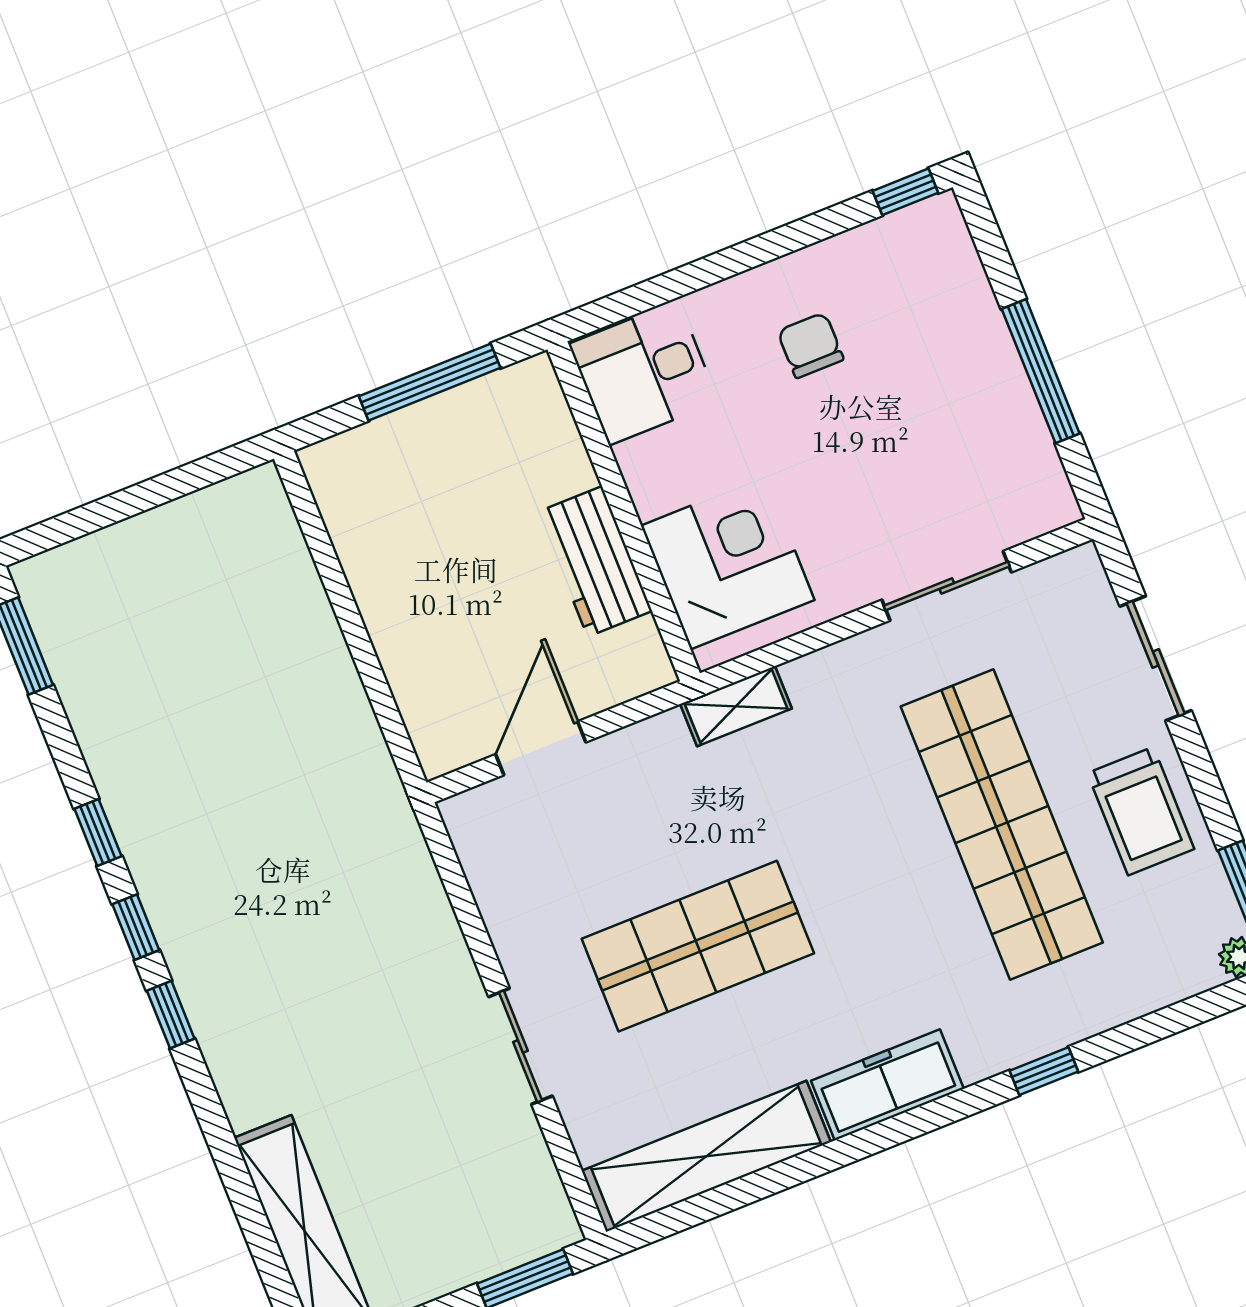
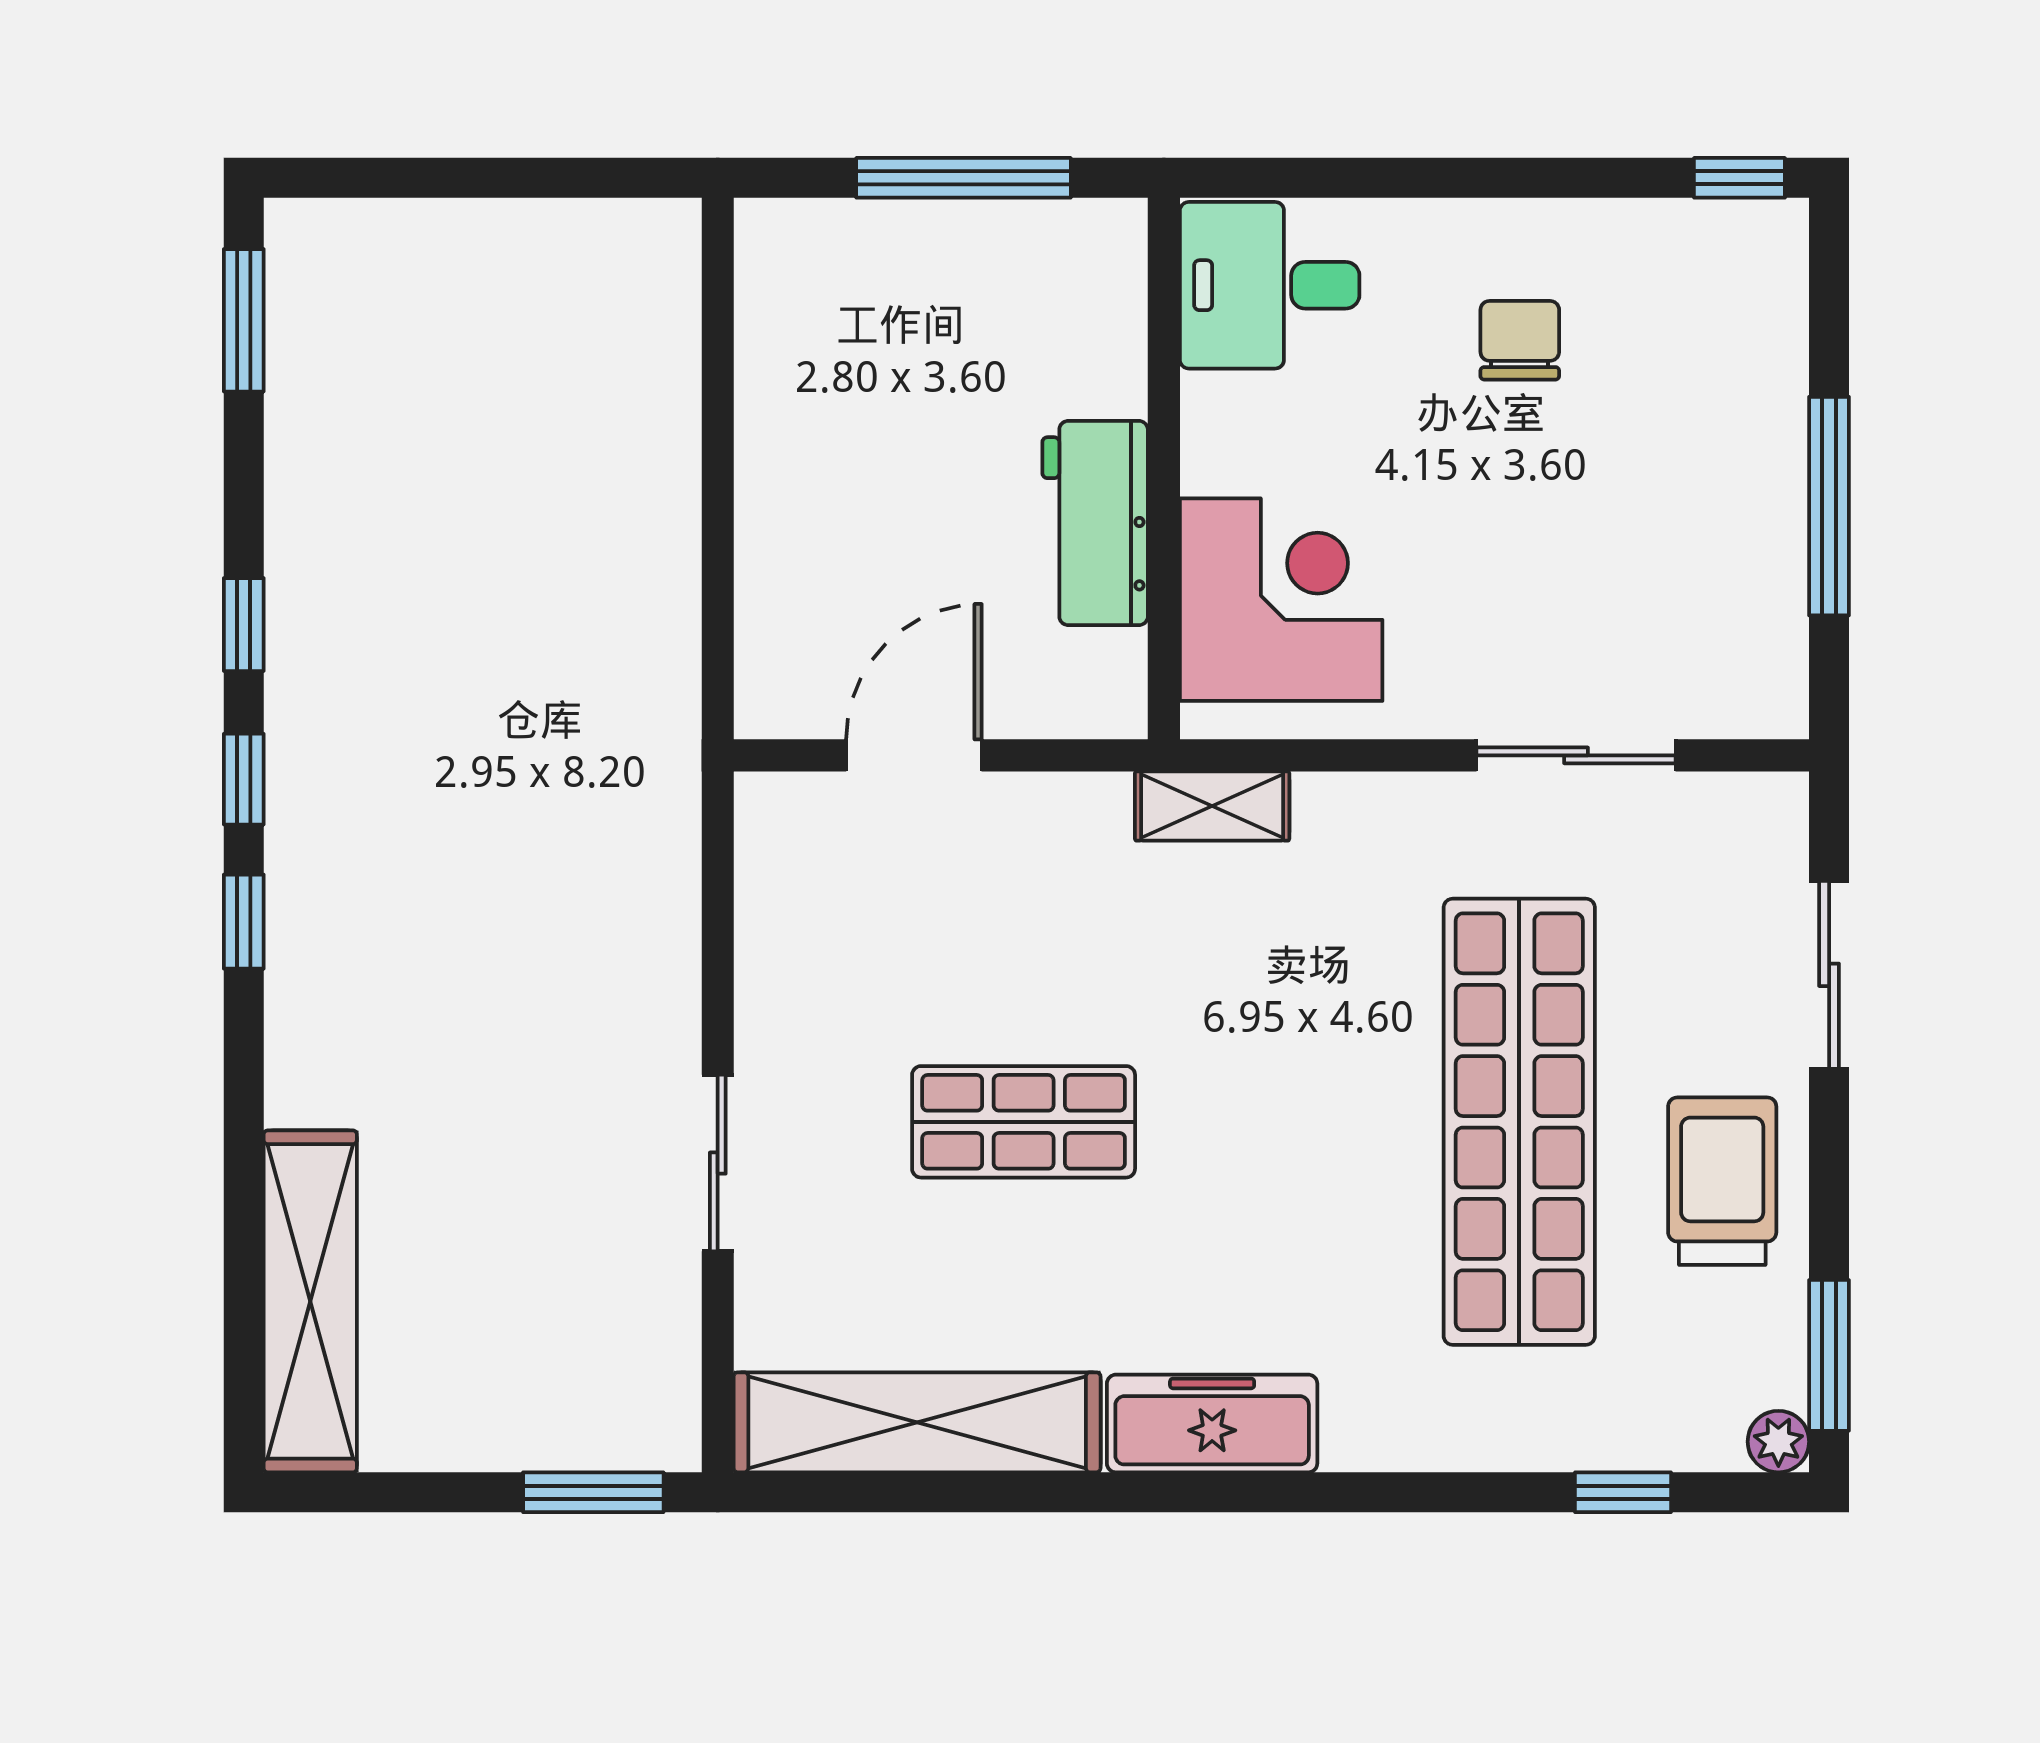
trolley: (1141, 811) -> (1722, 1181), turned 180
shop shelf: (698, 946) -> (1024, 1122), width x0.70, depth x0.74
window: (1044, 1071) -> (1623, 1492), moved

